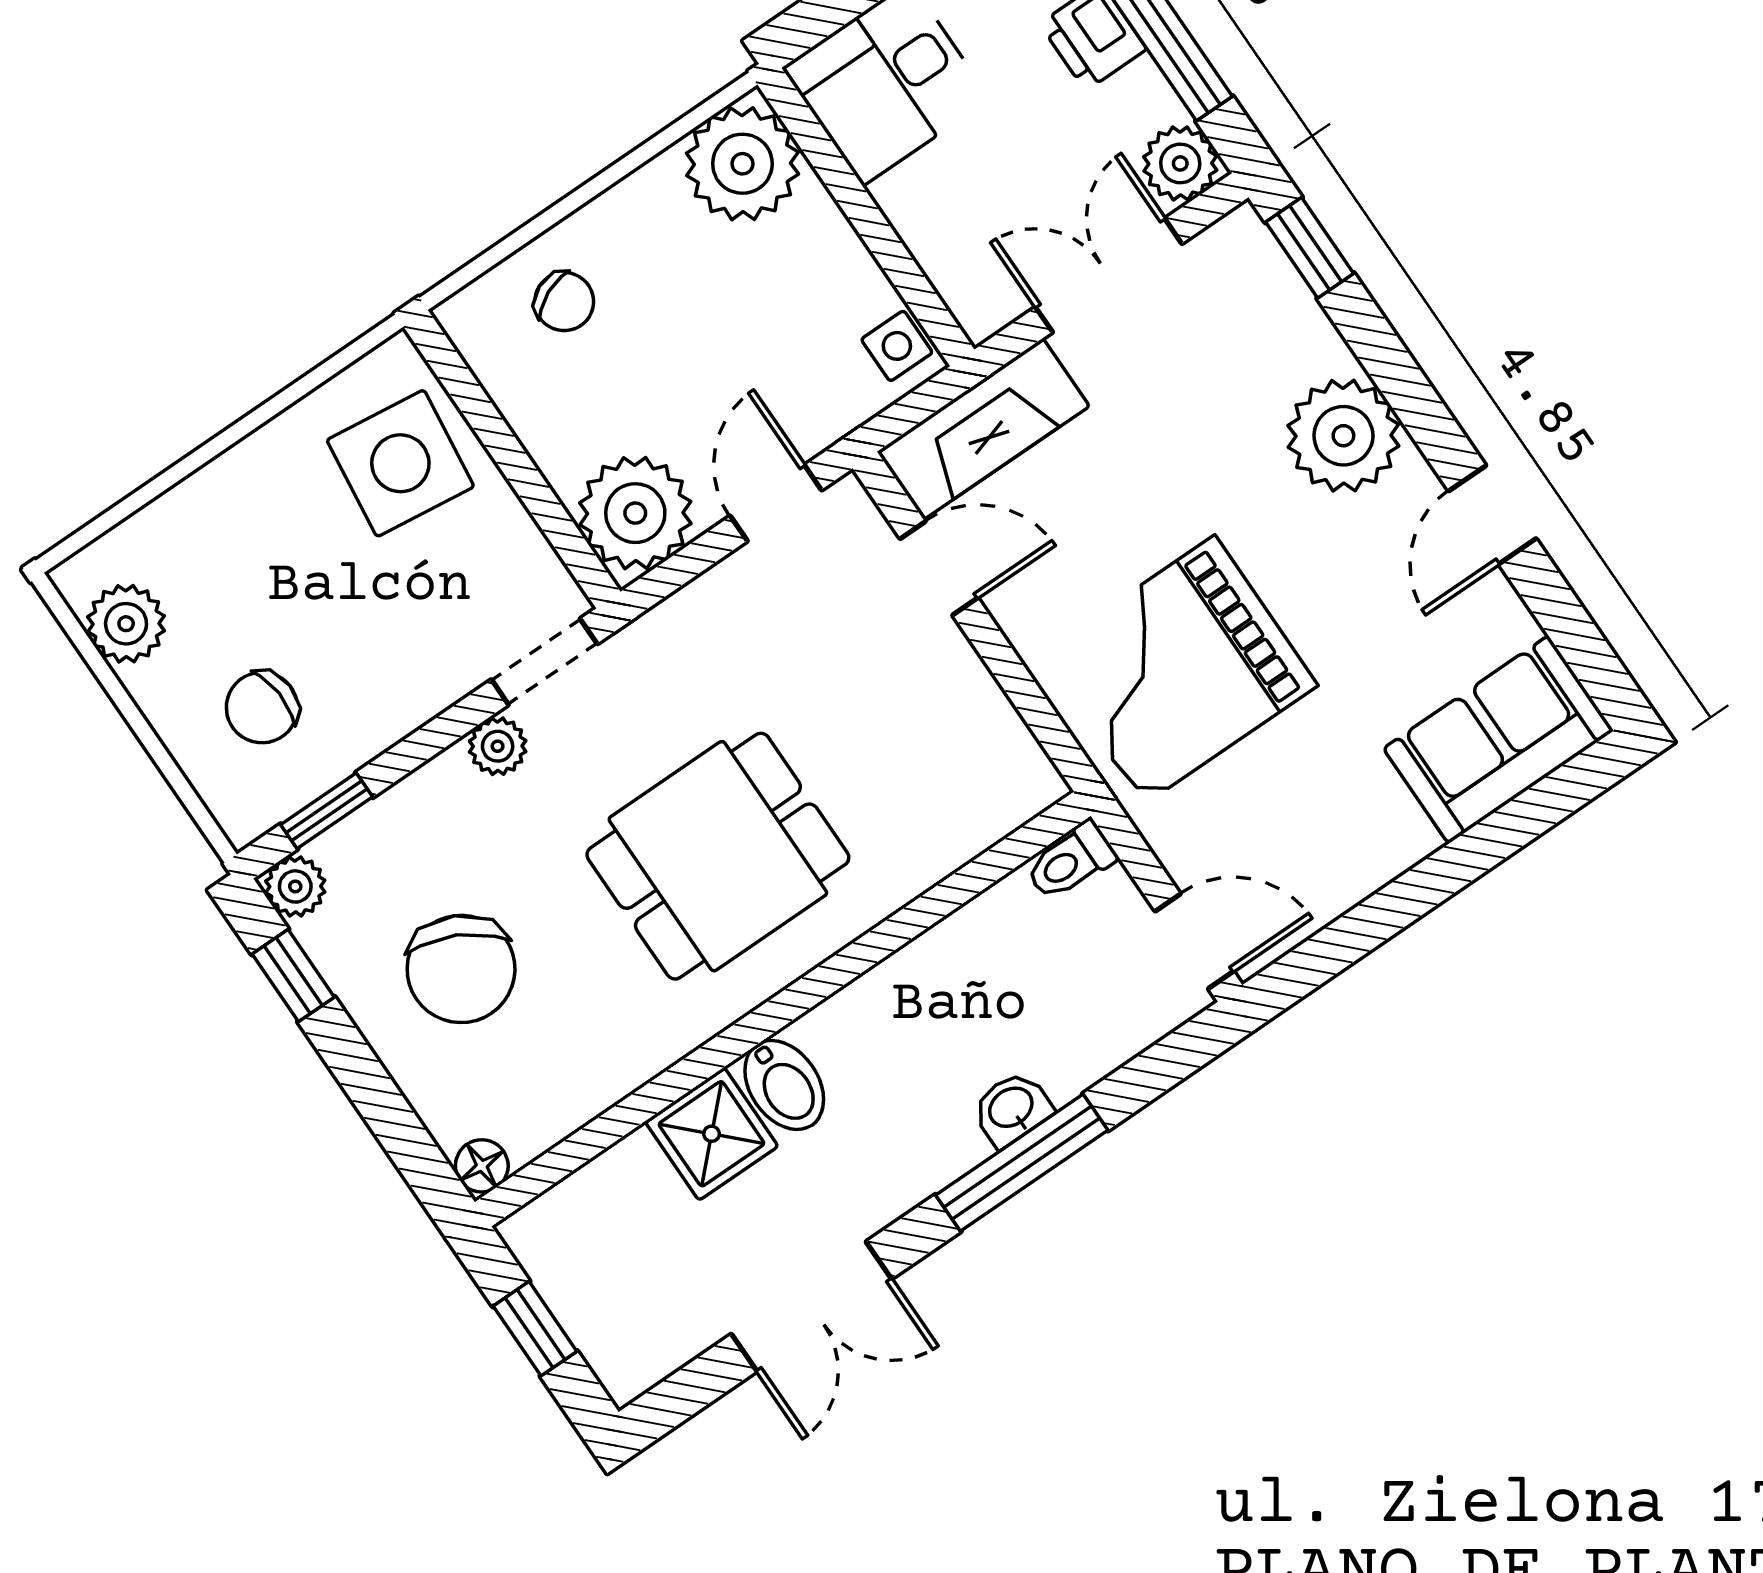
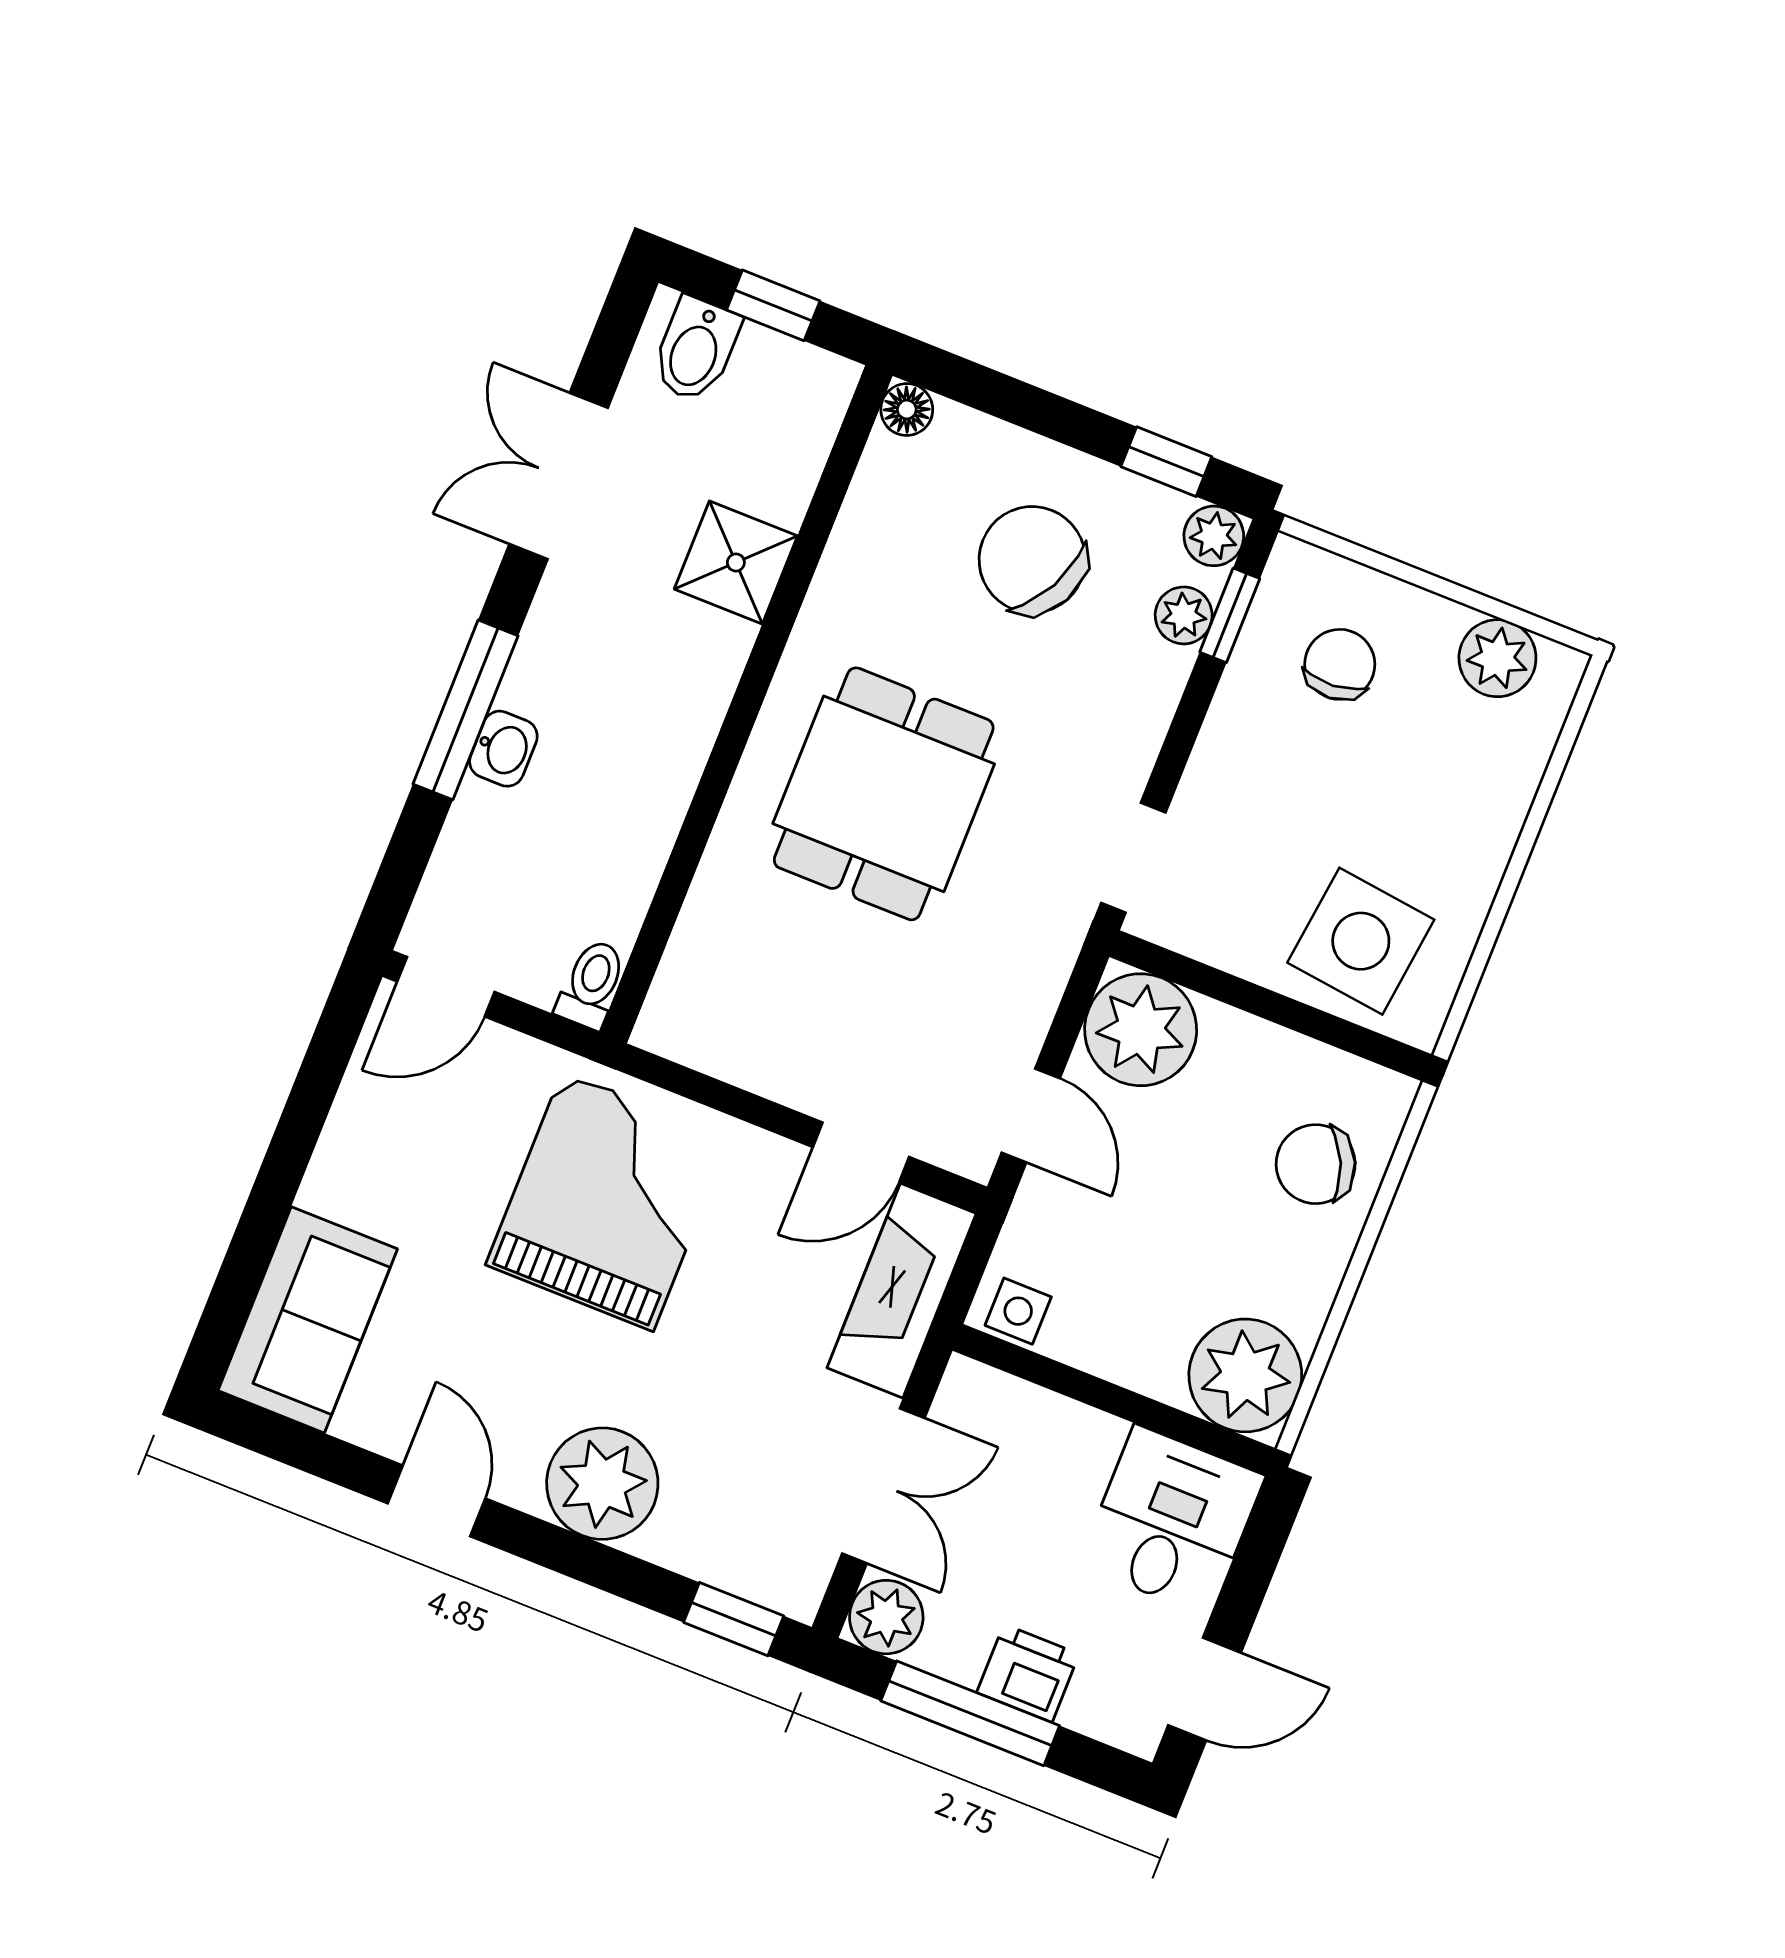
chair: (564, 302) -> (1316, 1164), width x1.37, depth x1.37
plant: (498, 746) -> (1184, 615), moved
bidet: (784, 1085) -> (696, 350), moved, turned -90

